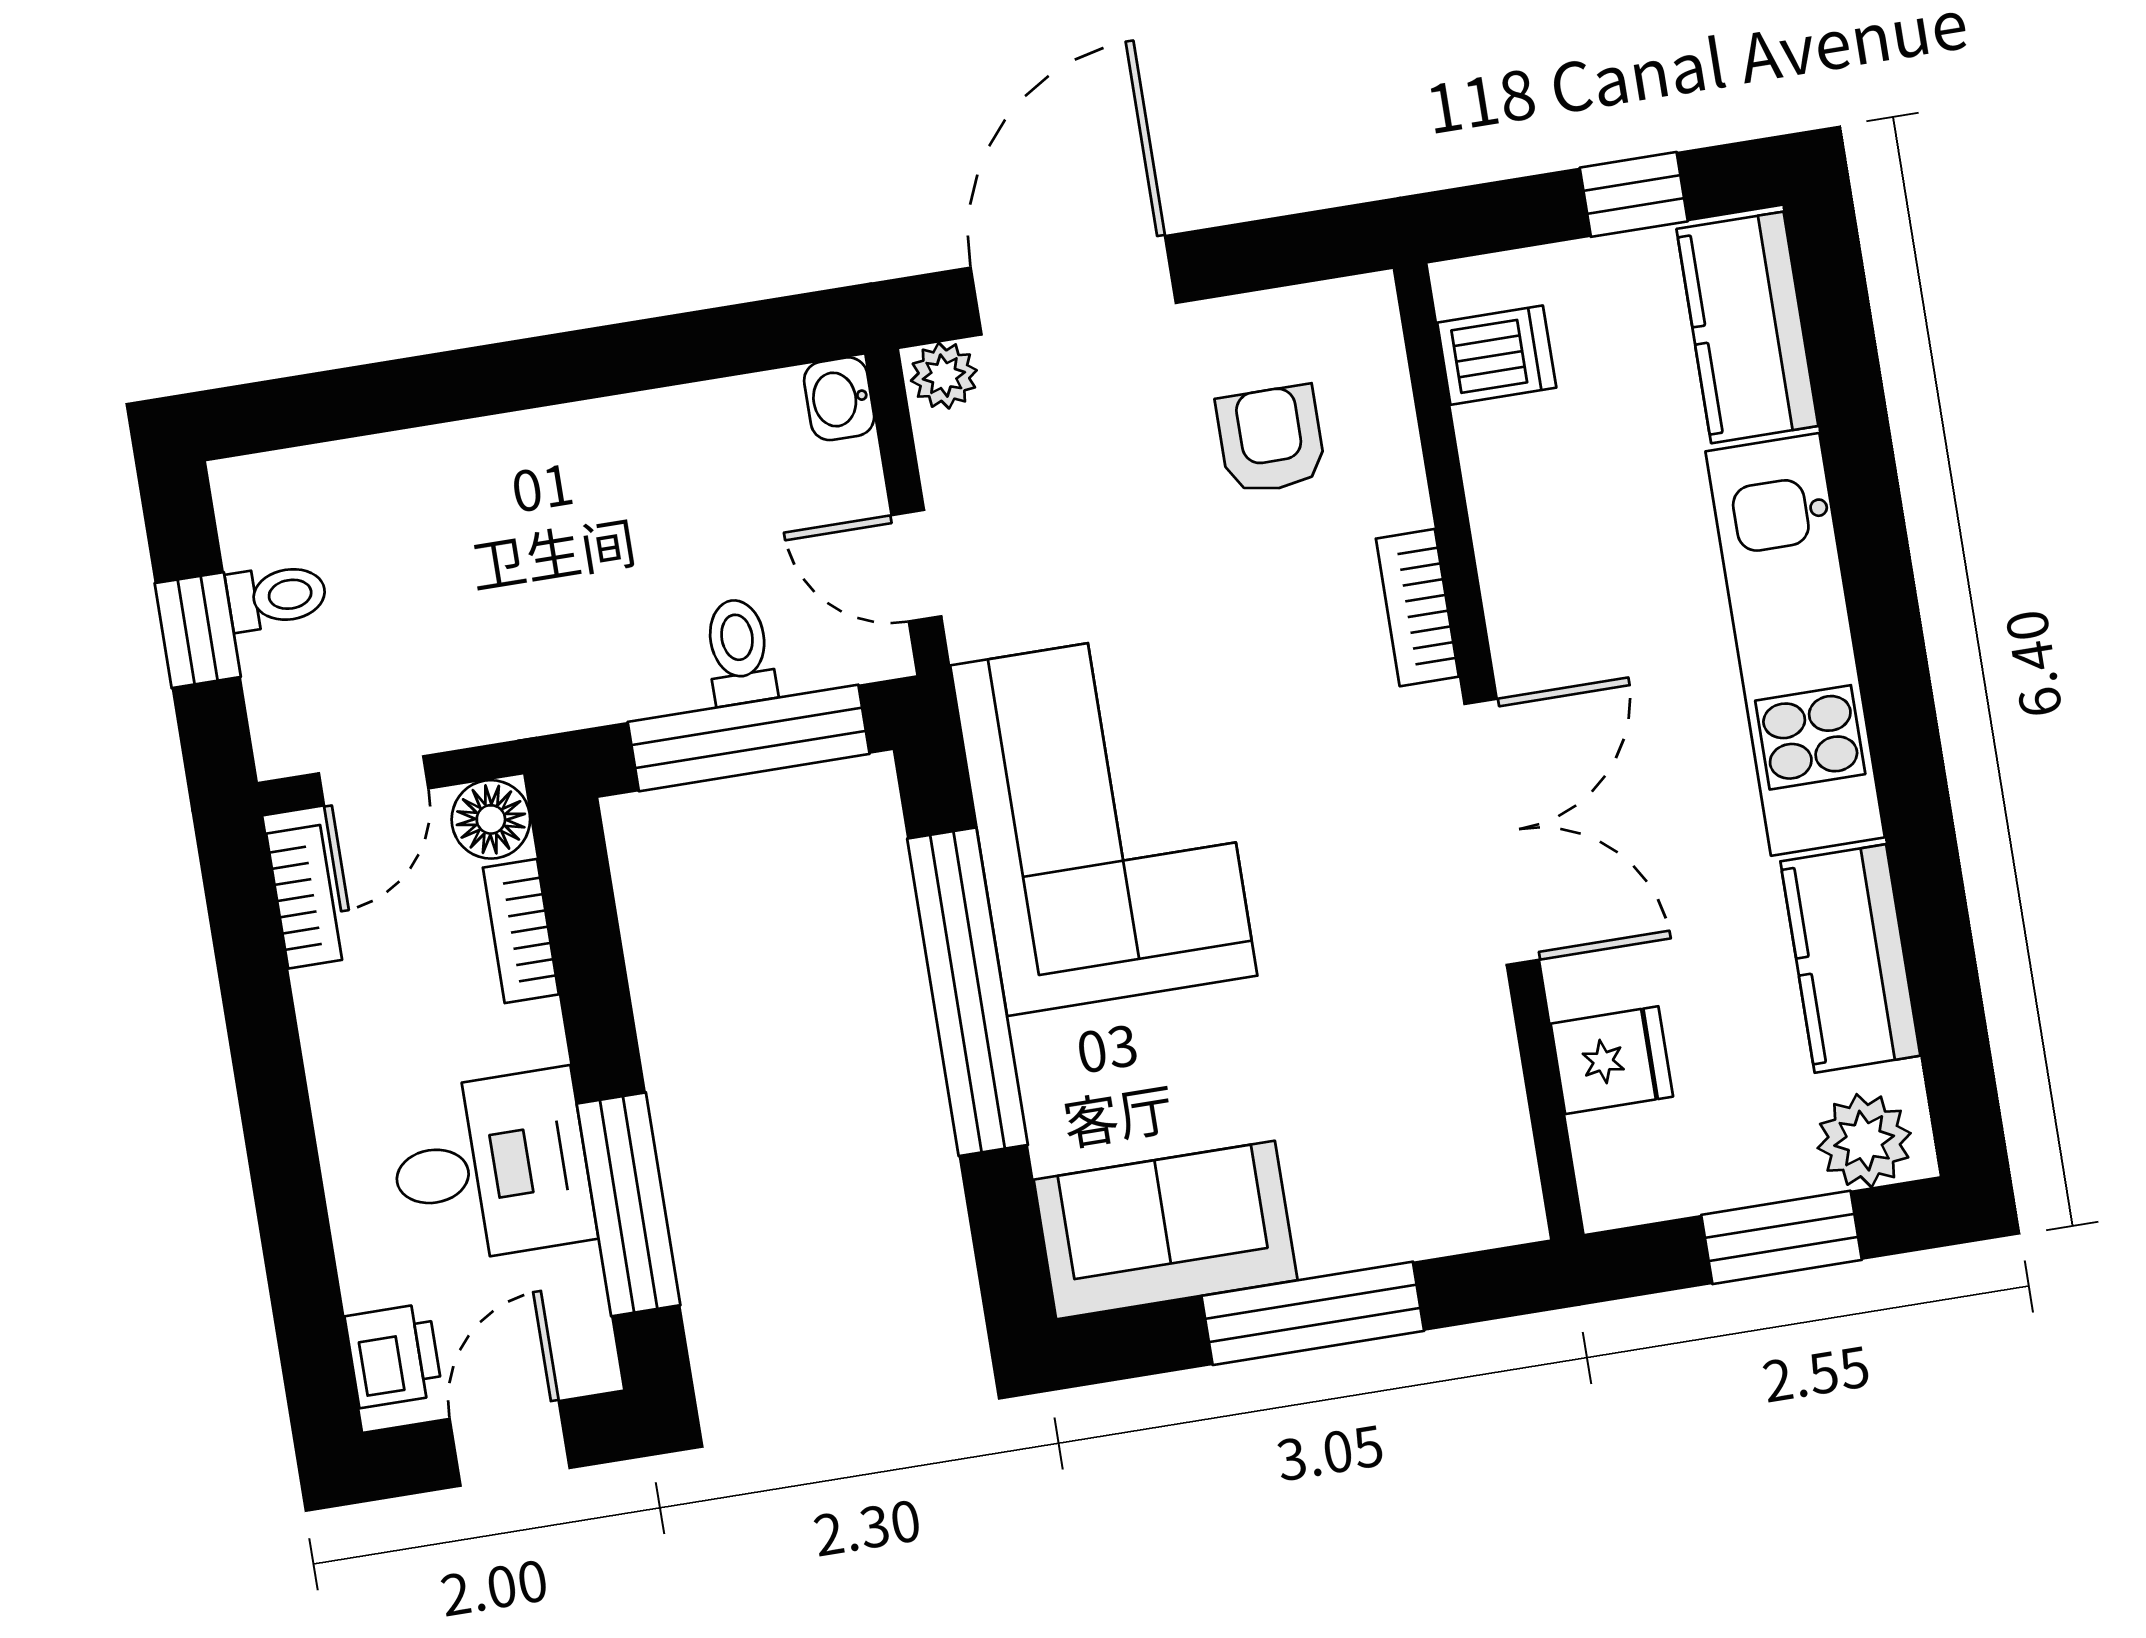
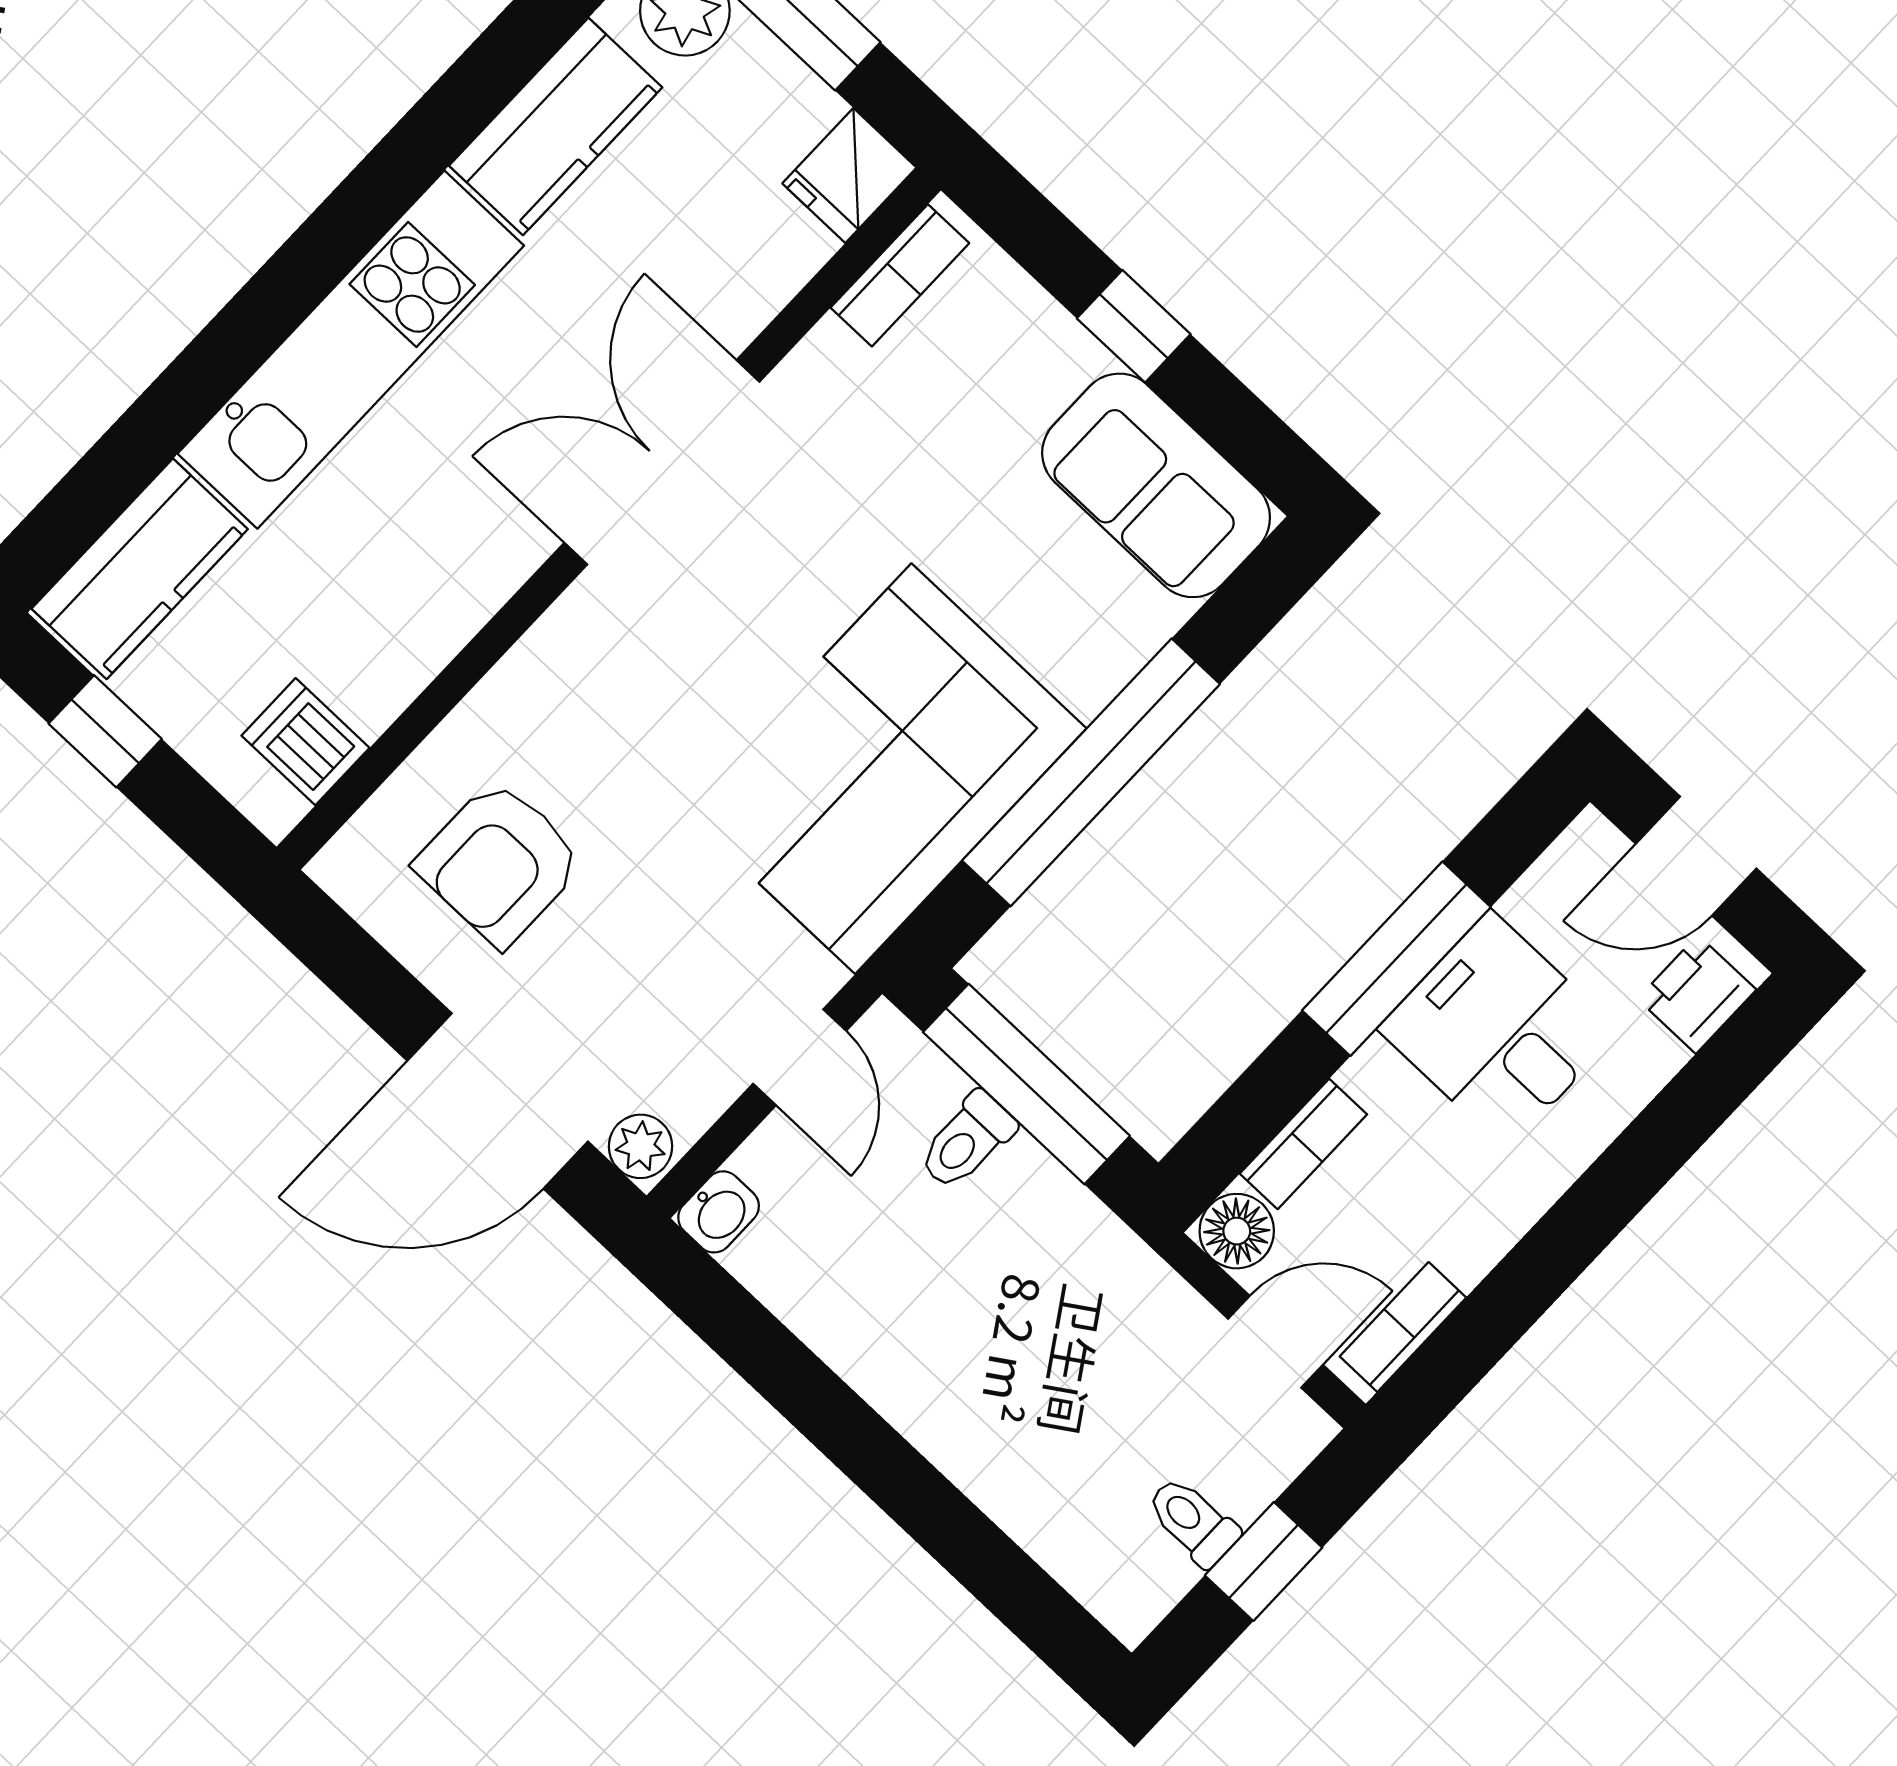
armchair: (1271, 439) -> (500, 863), width x1.38, depth x1.38
bookcase: (1417, 608) -> (900, 275), moved
fridge: (1612, 1060) -> (849, 175), moved, turned -90
window: (629, 1204) -> (1396, 959), moved
window: (1313, 1313) -> (1134, 326), width x0.46

